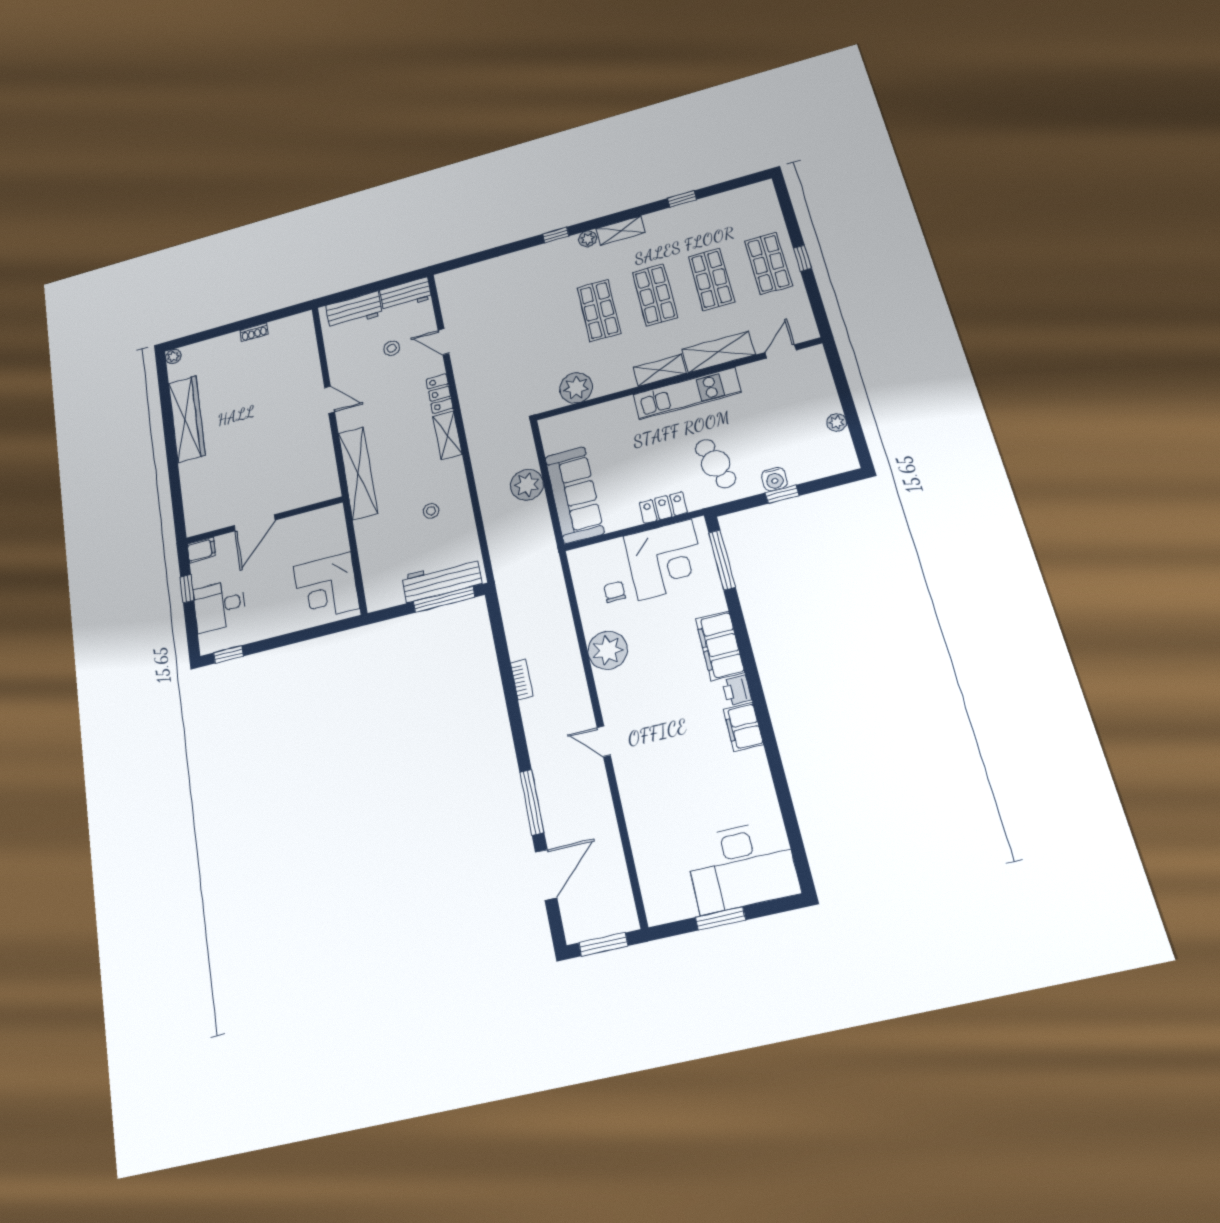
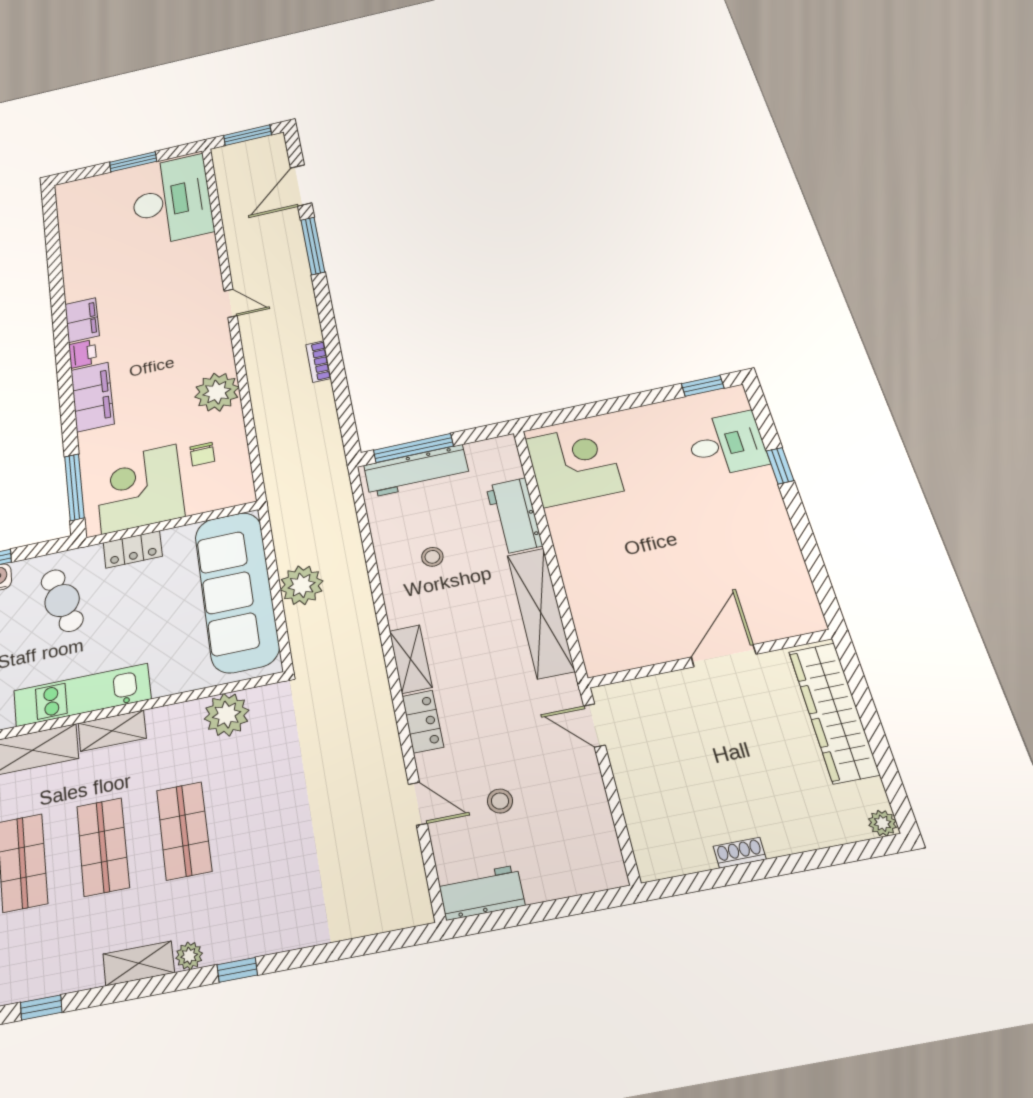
workbench: (354, 310) -> (514, 516), moved, turned -90
sofa: (574, 495) -> (237, 591), width x1.36, depth x1.27
wall: (264, 520) -> (709, 659), moved
door: (255, 523) -> (724, 656), moved
filing cabinet: (201, 550) -> (768, 516), removed
desk: (742, 866) -> (171, 200), moved, turned 90

